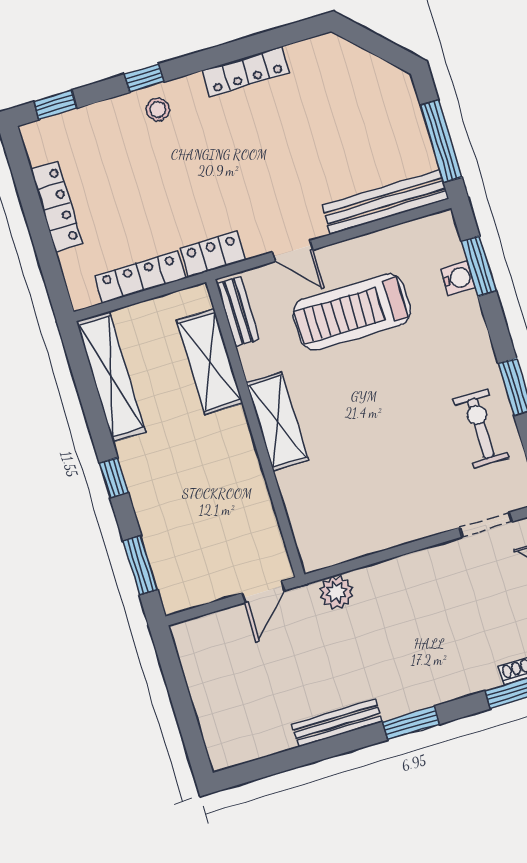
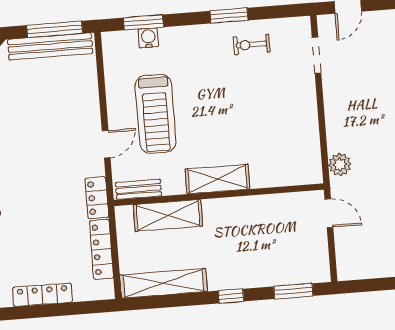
bench: (385, 202) -> (50, 47), moved, turned 90
exercise bike: (481, 428) -> (252, 45), width x0.73, depth x0.72

